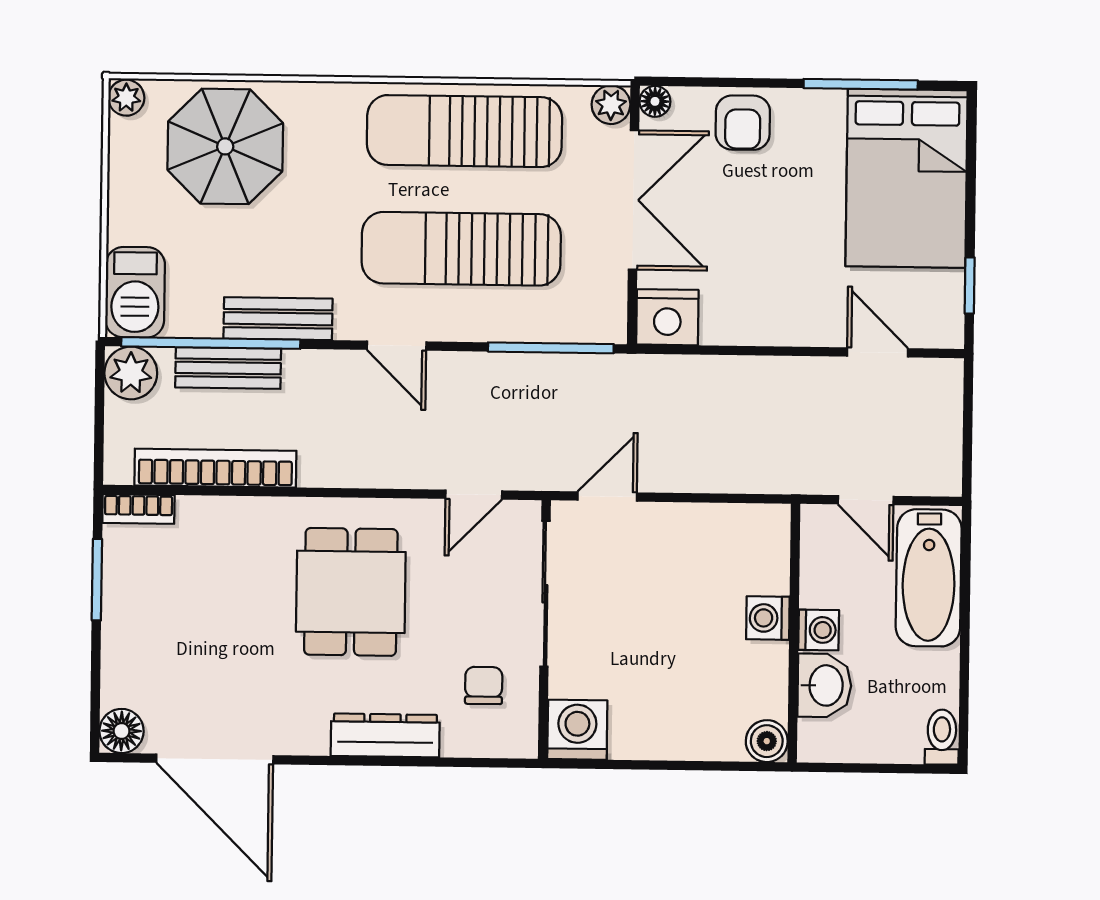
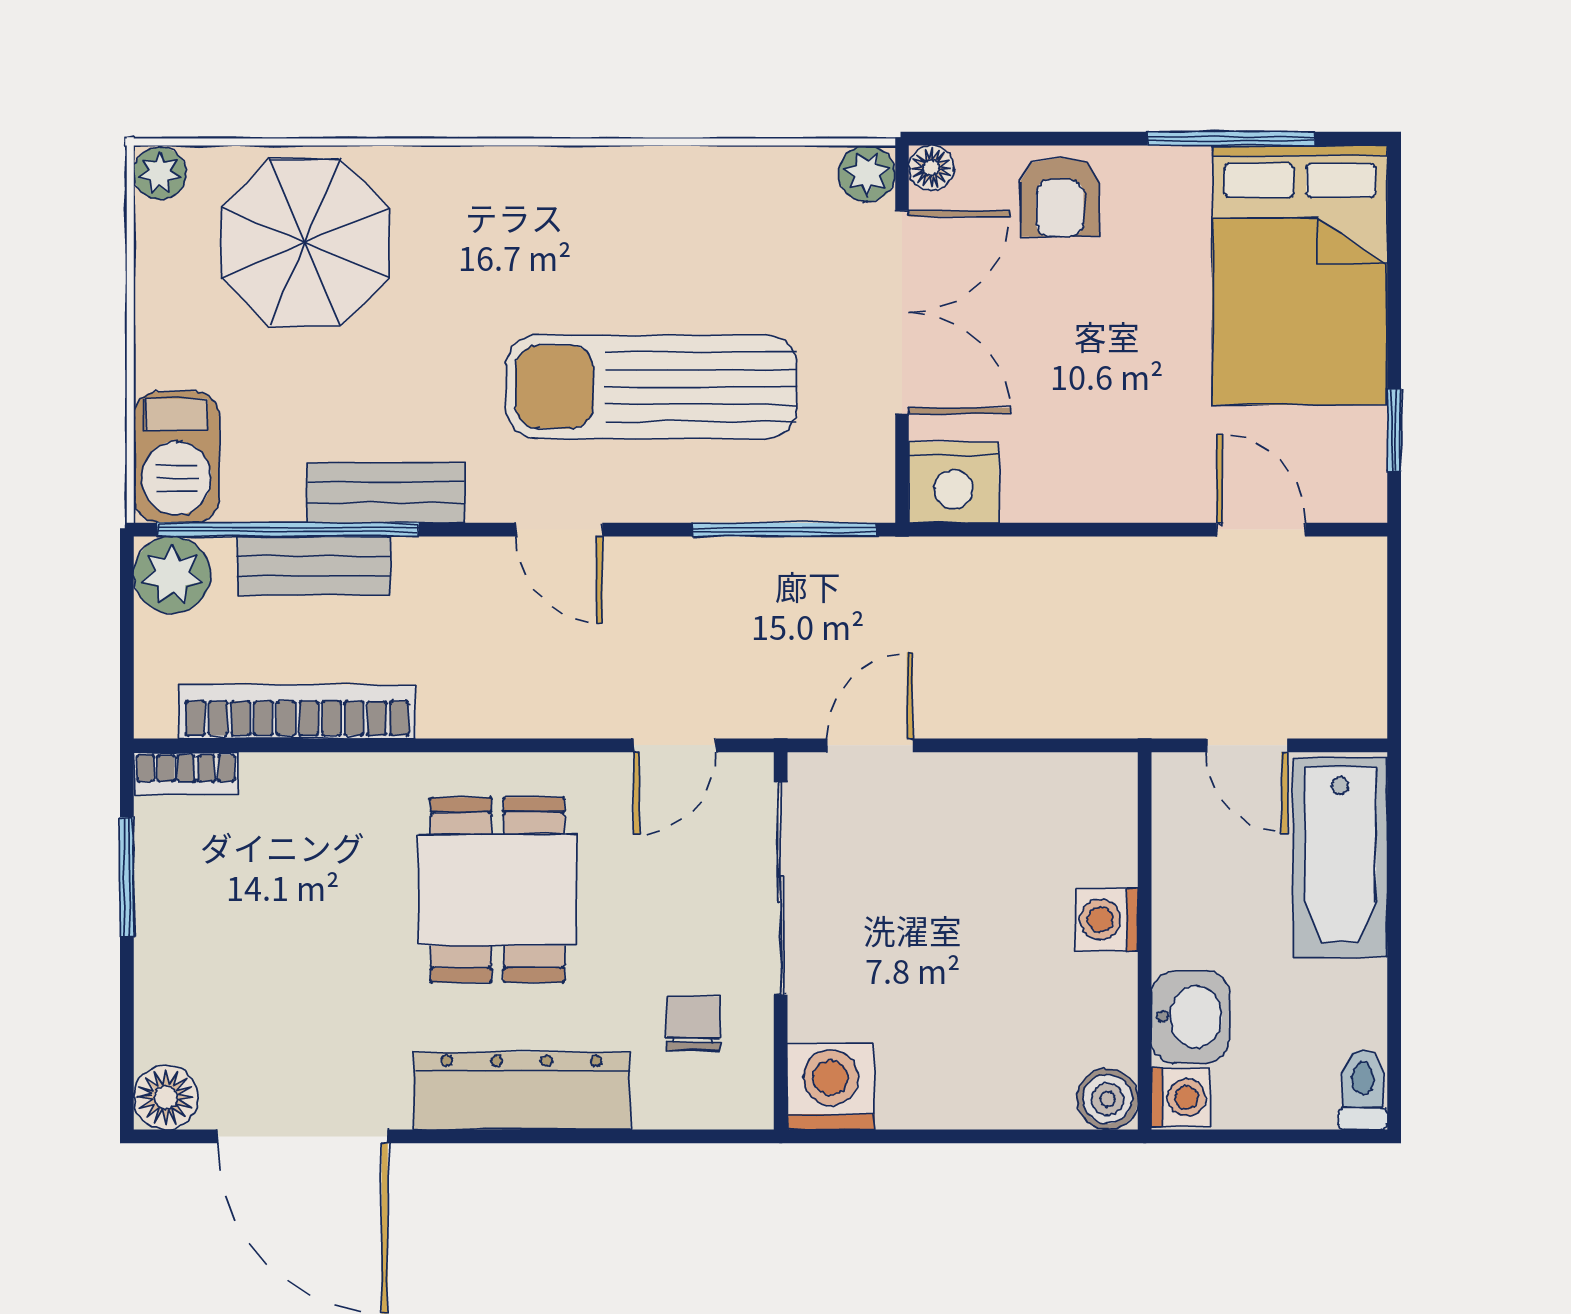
sun lounger: (464, 131) -> (654, 215), removed
washing machine: (819, 630) -> (1181, 1098), moved
dresser: (385, 735) -> (522, 1091), width x1.37, depth x1.24

